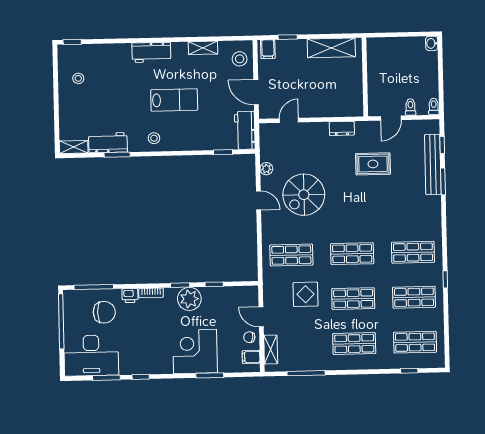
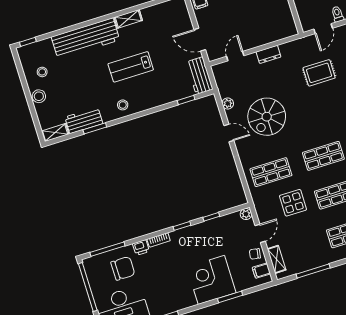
shelving: (203, 48) -> (128, 19), moved
workbench: (151, 52) -> (85, 38), width x1.88, depth x1.32
stool: (240, 59) -> (39, 96), moved
lab bench: (174, 100) -> (131, 67), turned 180
dresser: (342, 128) -> (268, 54), moved
plant: (189, 299) -> (246, 214), moved, width x0.53, depth x0.53
door: (261, 317) -> (260, 233), swing flipped

